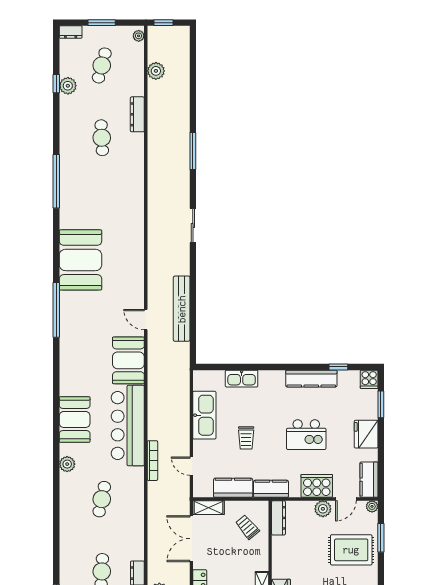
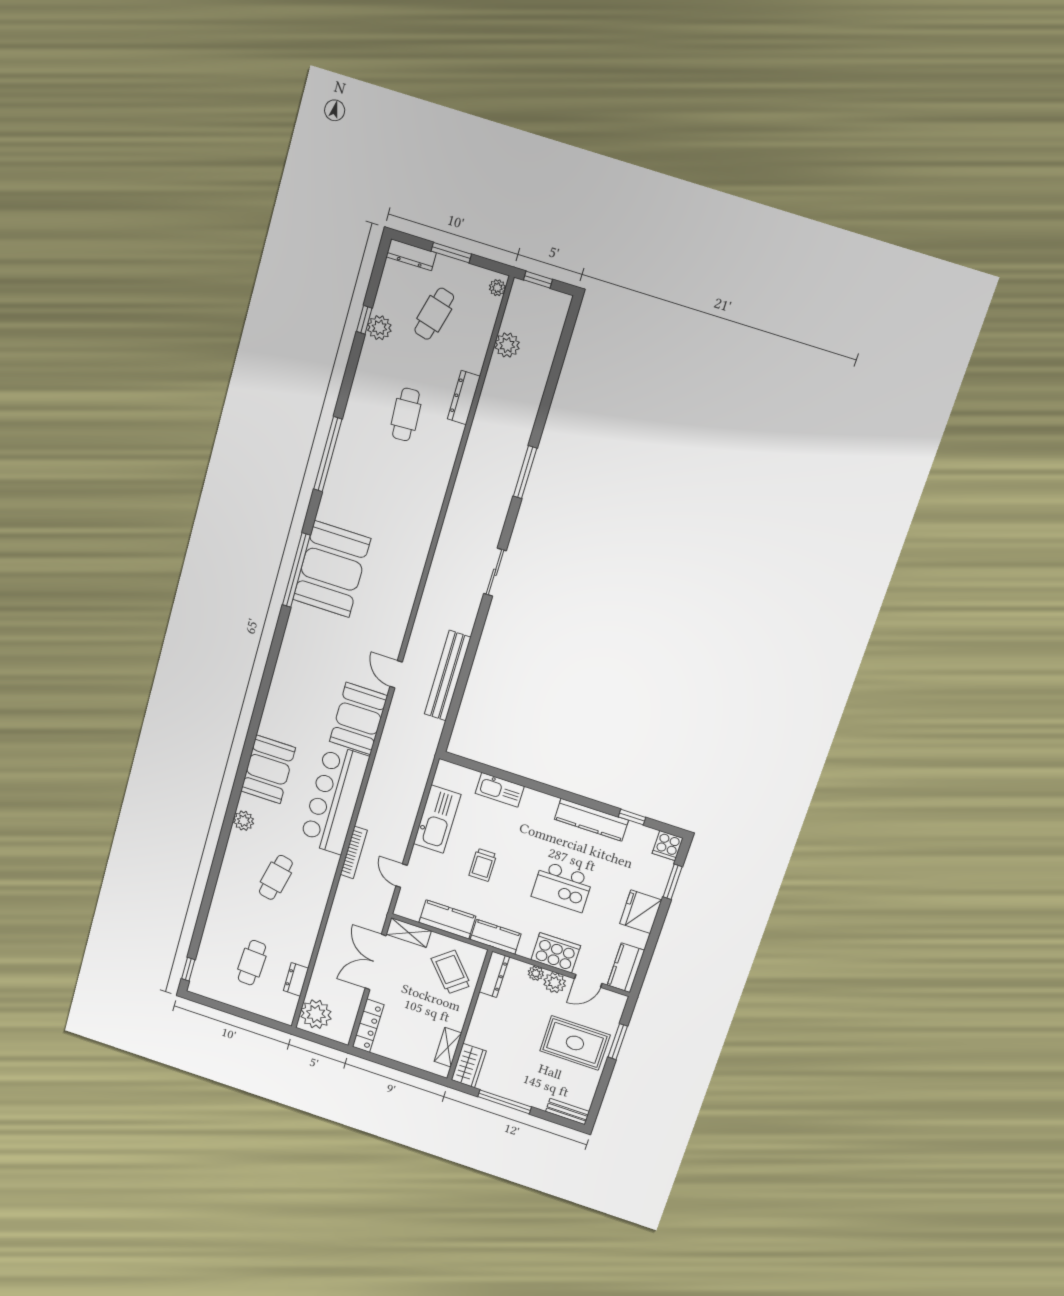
dresser: (71, 32) -> (411, 255), width x1.44
window: (56, 310) -> (296, 570), moved
plant: (372, 506) -> (536, 973), moved
trolley: (247, 527) -> (451, 972), width x1.36, depth x1.39

